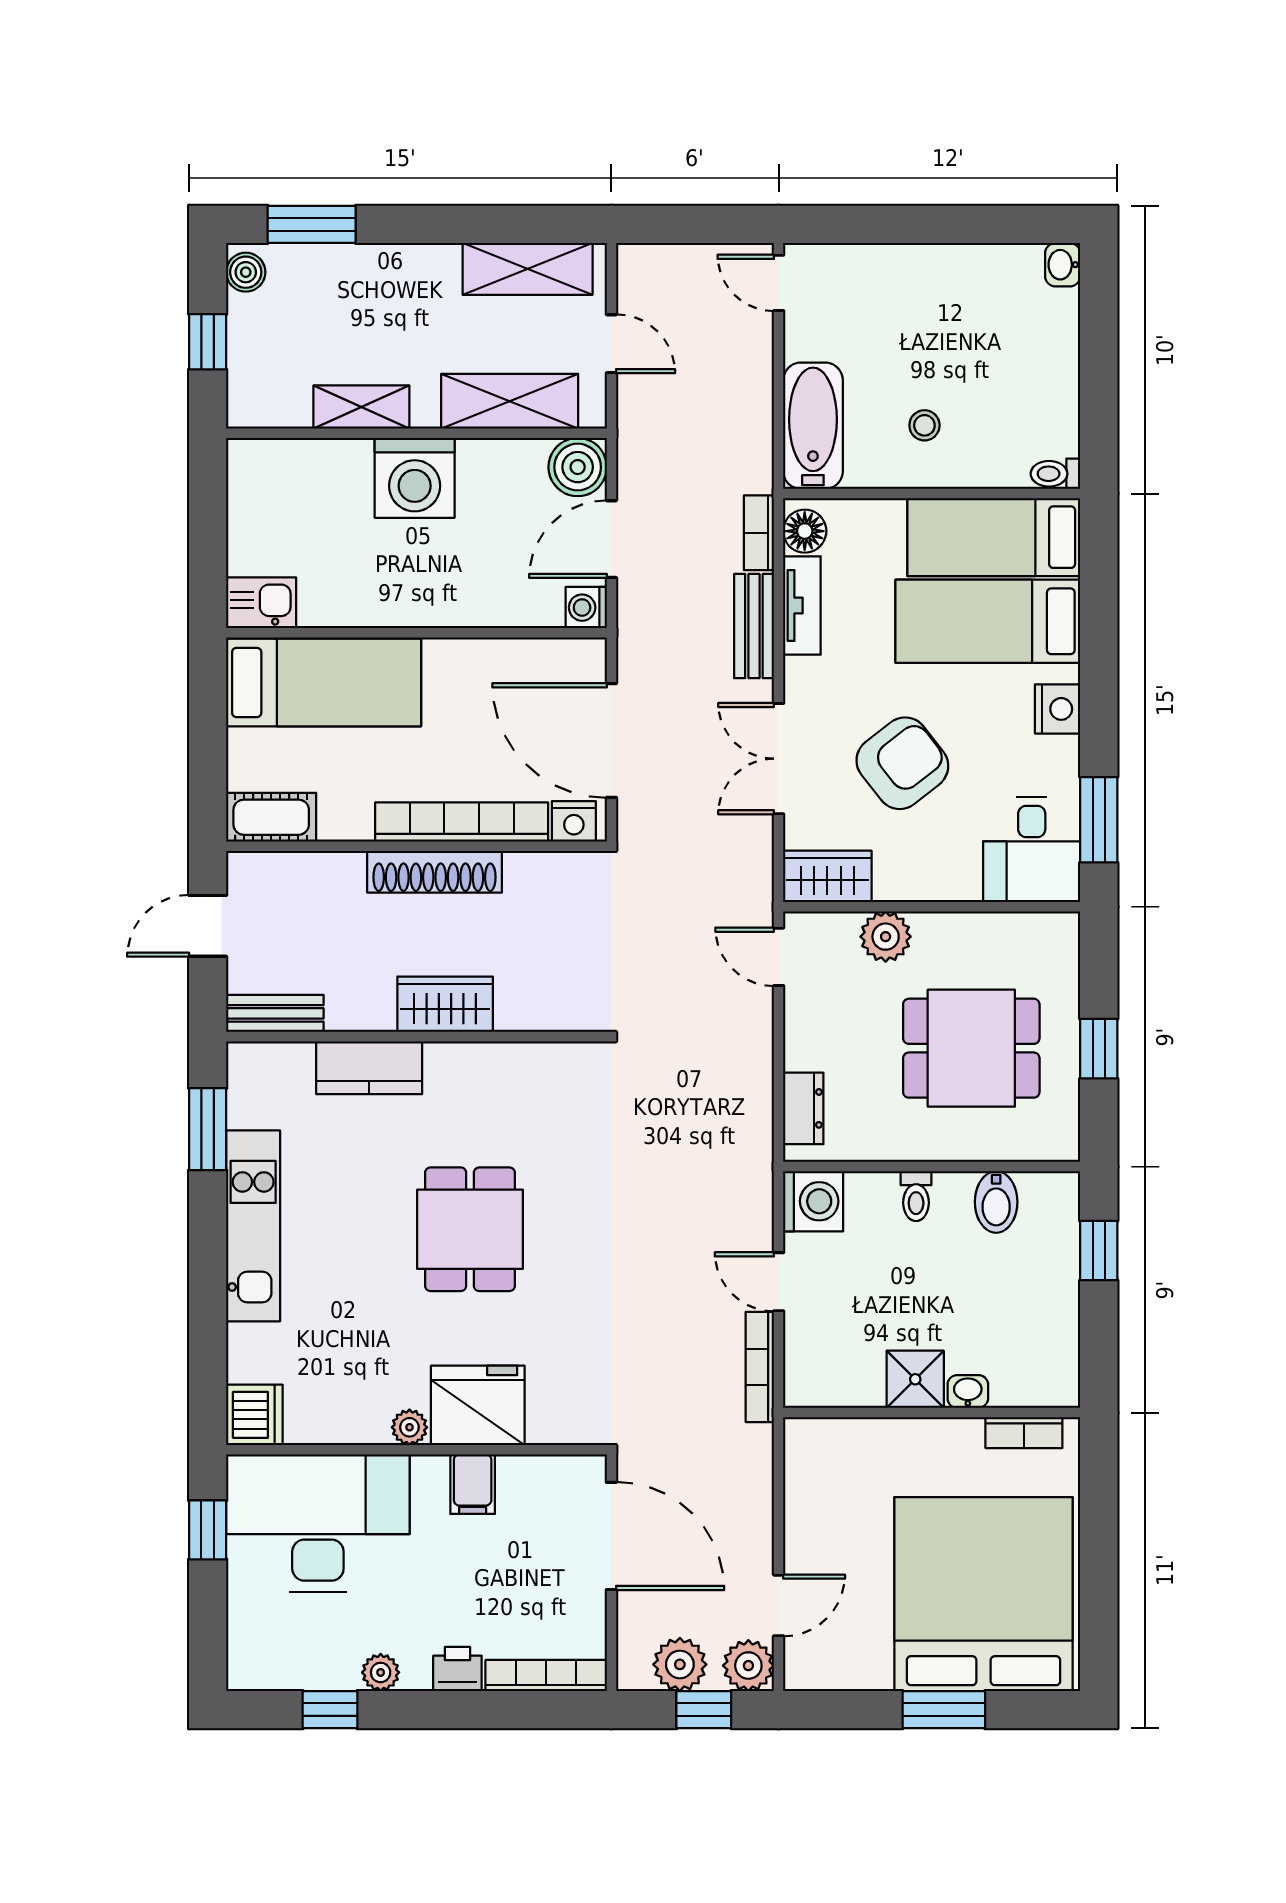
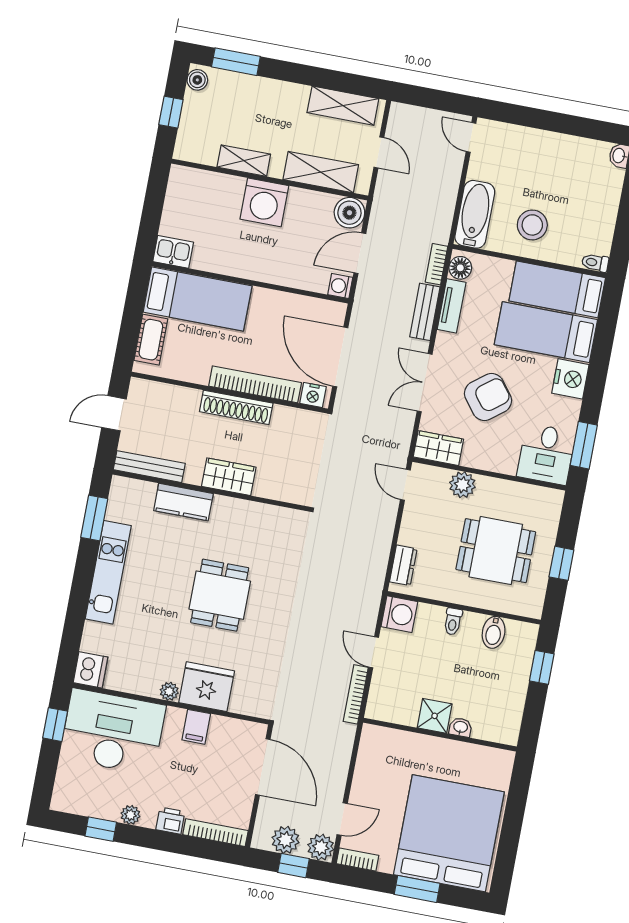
stool: (924, 425) -> (532, 225), width x1.89, depth x1.89
nightstand: (1058, 709) -> (570, 379), width x1.36, depth x1.33
cot: (271, 817) -> (151, 340), moved, turned 90
bench: (275, 1013) -> (149, 467), width x1.36
bookcase: (1024, 1433) -> (358, 860), moved, turned 180

